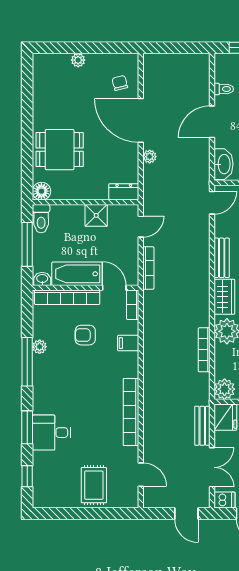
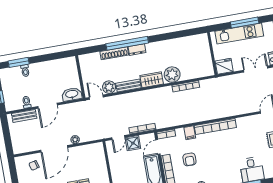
door: (212, 122) -> (48, 106), hinge flipped
dresser: (124, 192) -> (99, 151), removed
shower: (96, 215) -> (133, 143), moved
door: (141, 227) -> (118, 138), swing flipped
plant: (225, 389) -> (109, 87), moved
bookcase: (131, 412) -> (215, 127), moved
bench: (202, 426) -> (24, 116), moved

